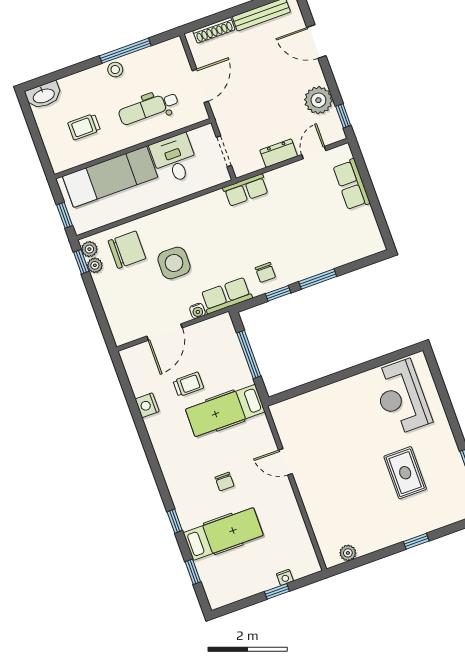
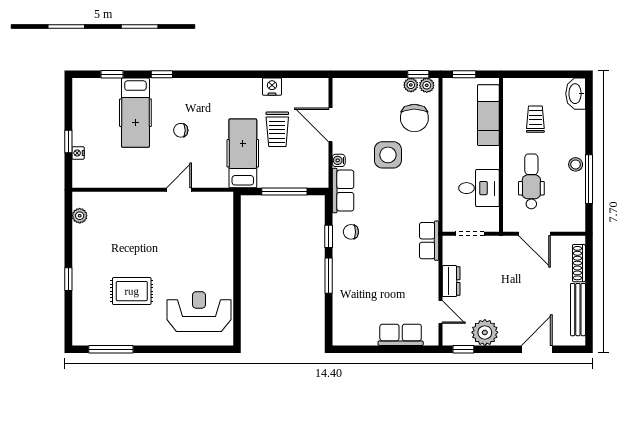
exam couch: (110, 177) -> (488, 115), width x0.73, depth x0.69
trolley: (188, 384) -> (277, 129), width x1.36, depth x1.39

